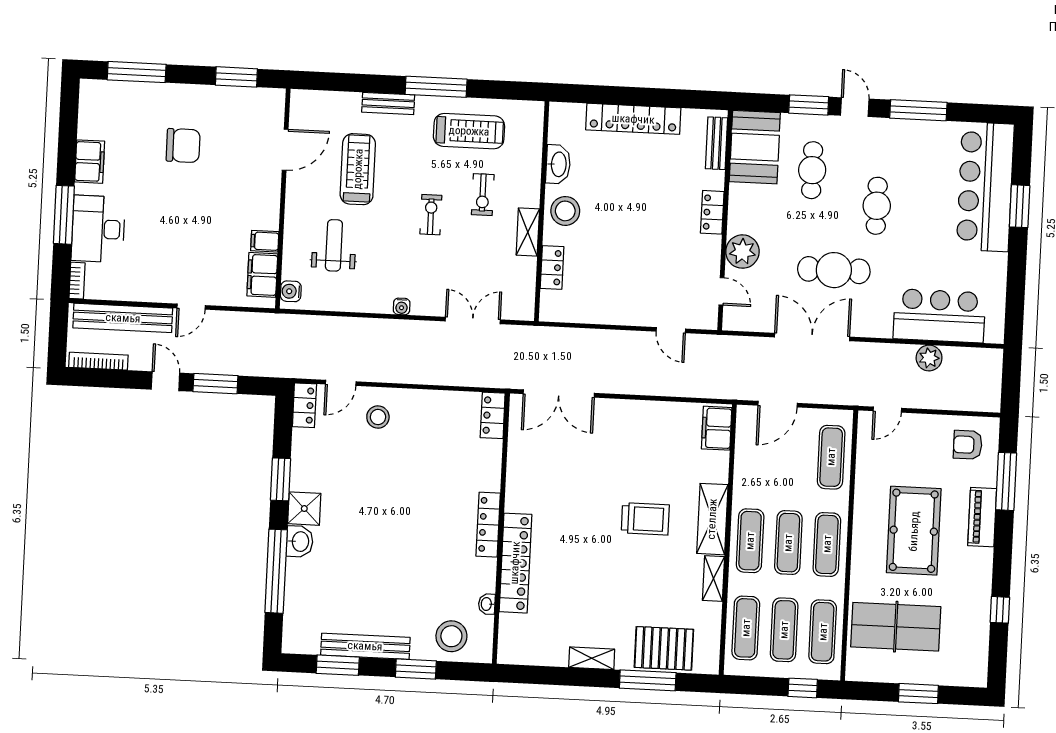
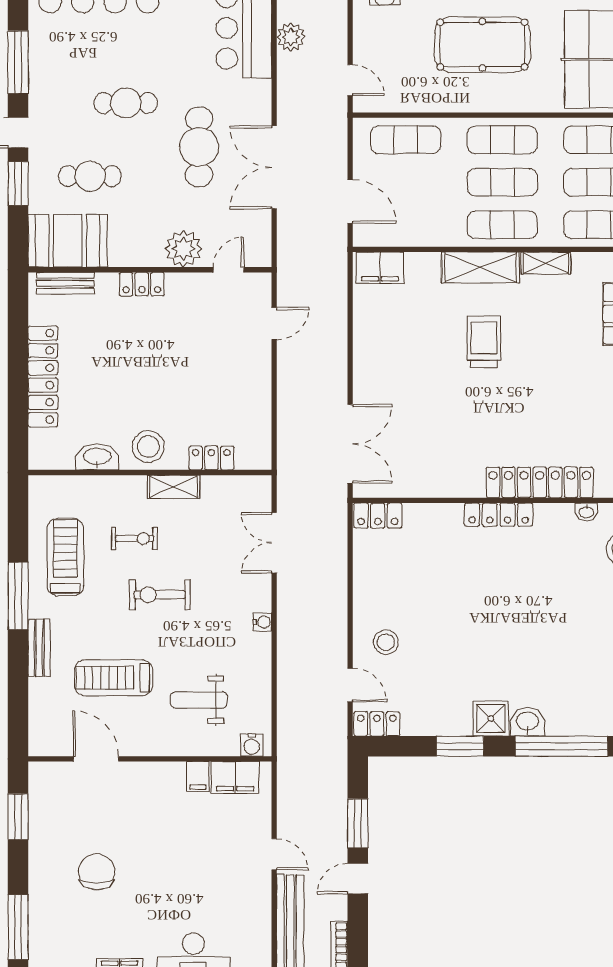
exercise bike: (431, 215) -> (160, 595), width x1.38, depth x1.39

